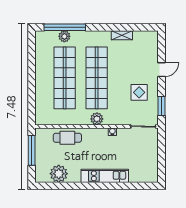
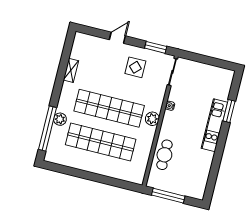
plant: (64, 36) -> (60, 119), moved
door: (161, 70) -> (117, 38), hinge flipped
plant: (59, 174) -> (200, 173), removed
window: (121, 186) -> (229, 111), added

